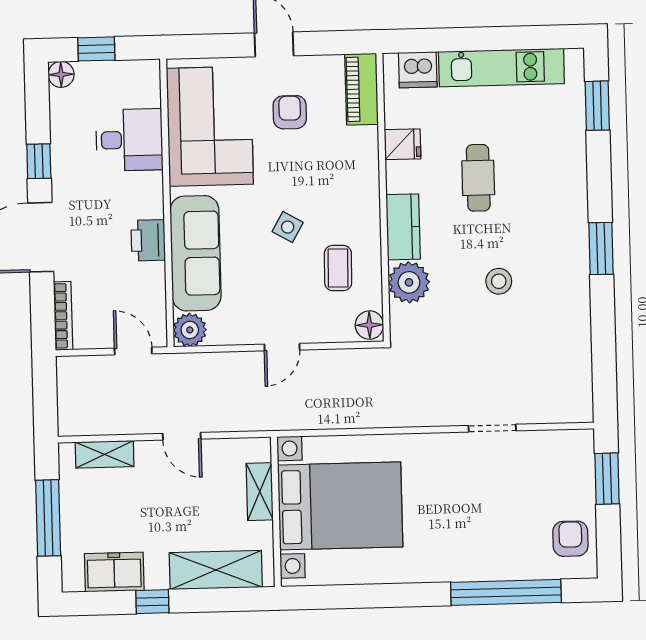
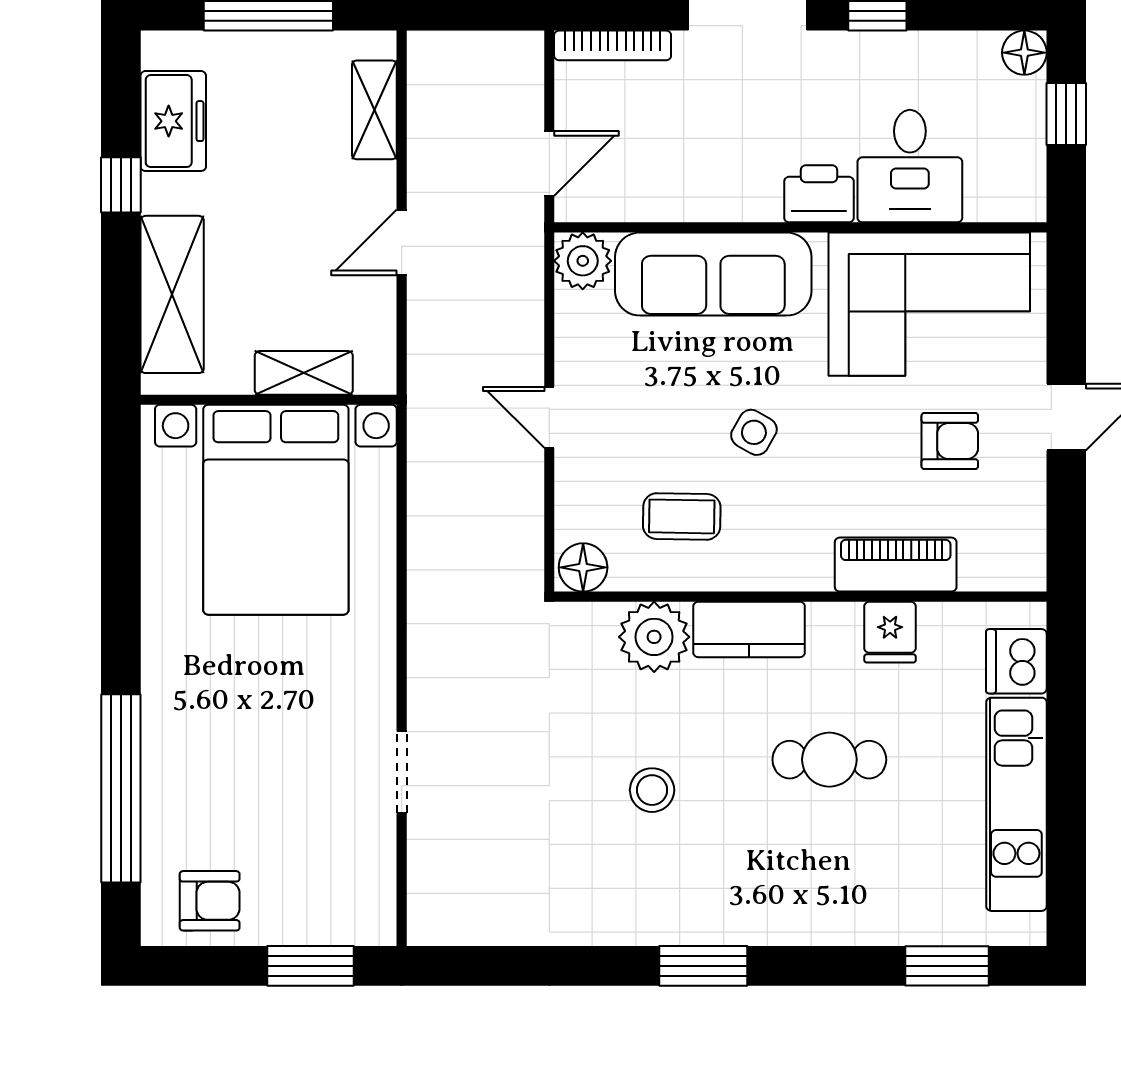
piano: (362, 89) -> (896, 565), moved
printer: (148, 240) -> (819, 194), moved

